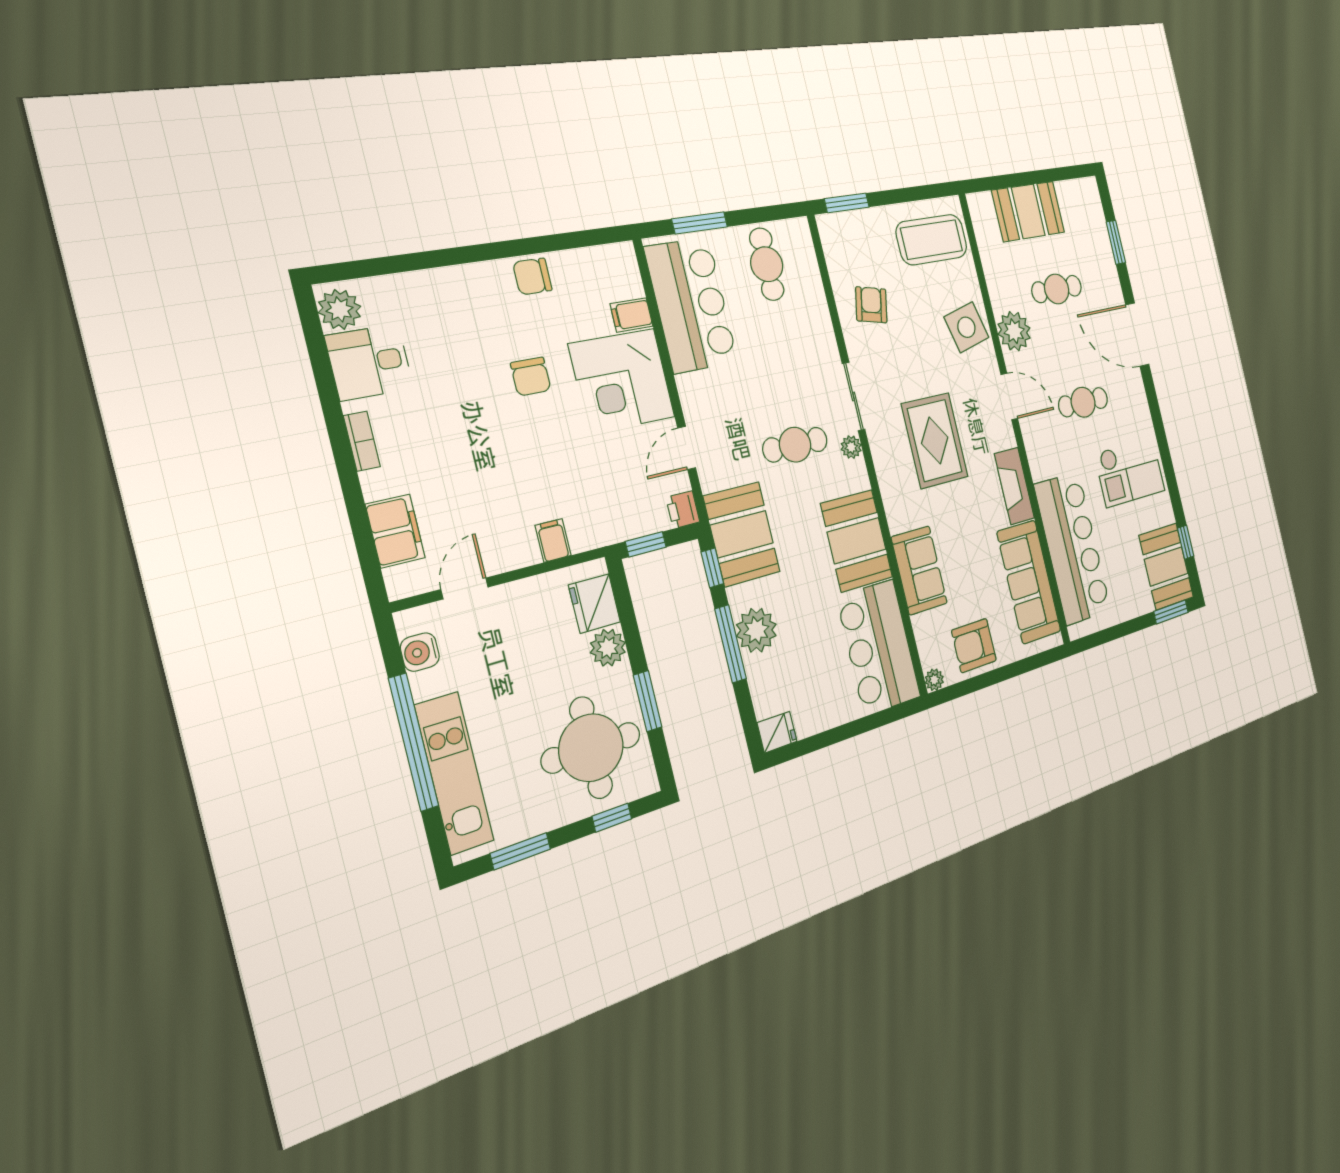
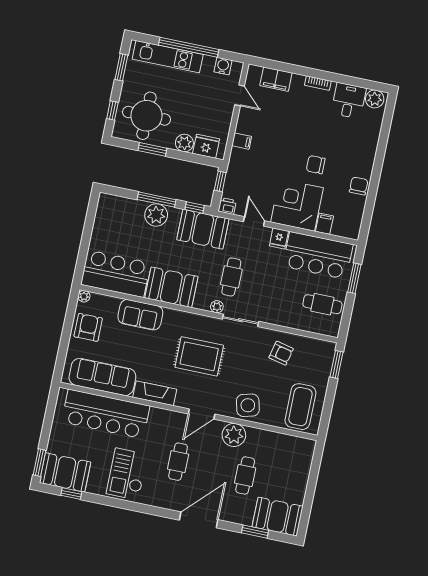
booth: (1028, 211) -> (278, 517), moved, turned 90
fridge: (777, 732) -> (279, 238), moved

